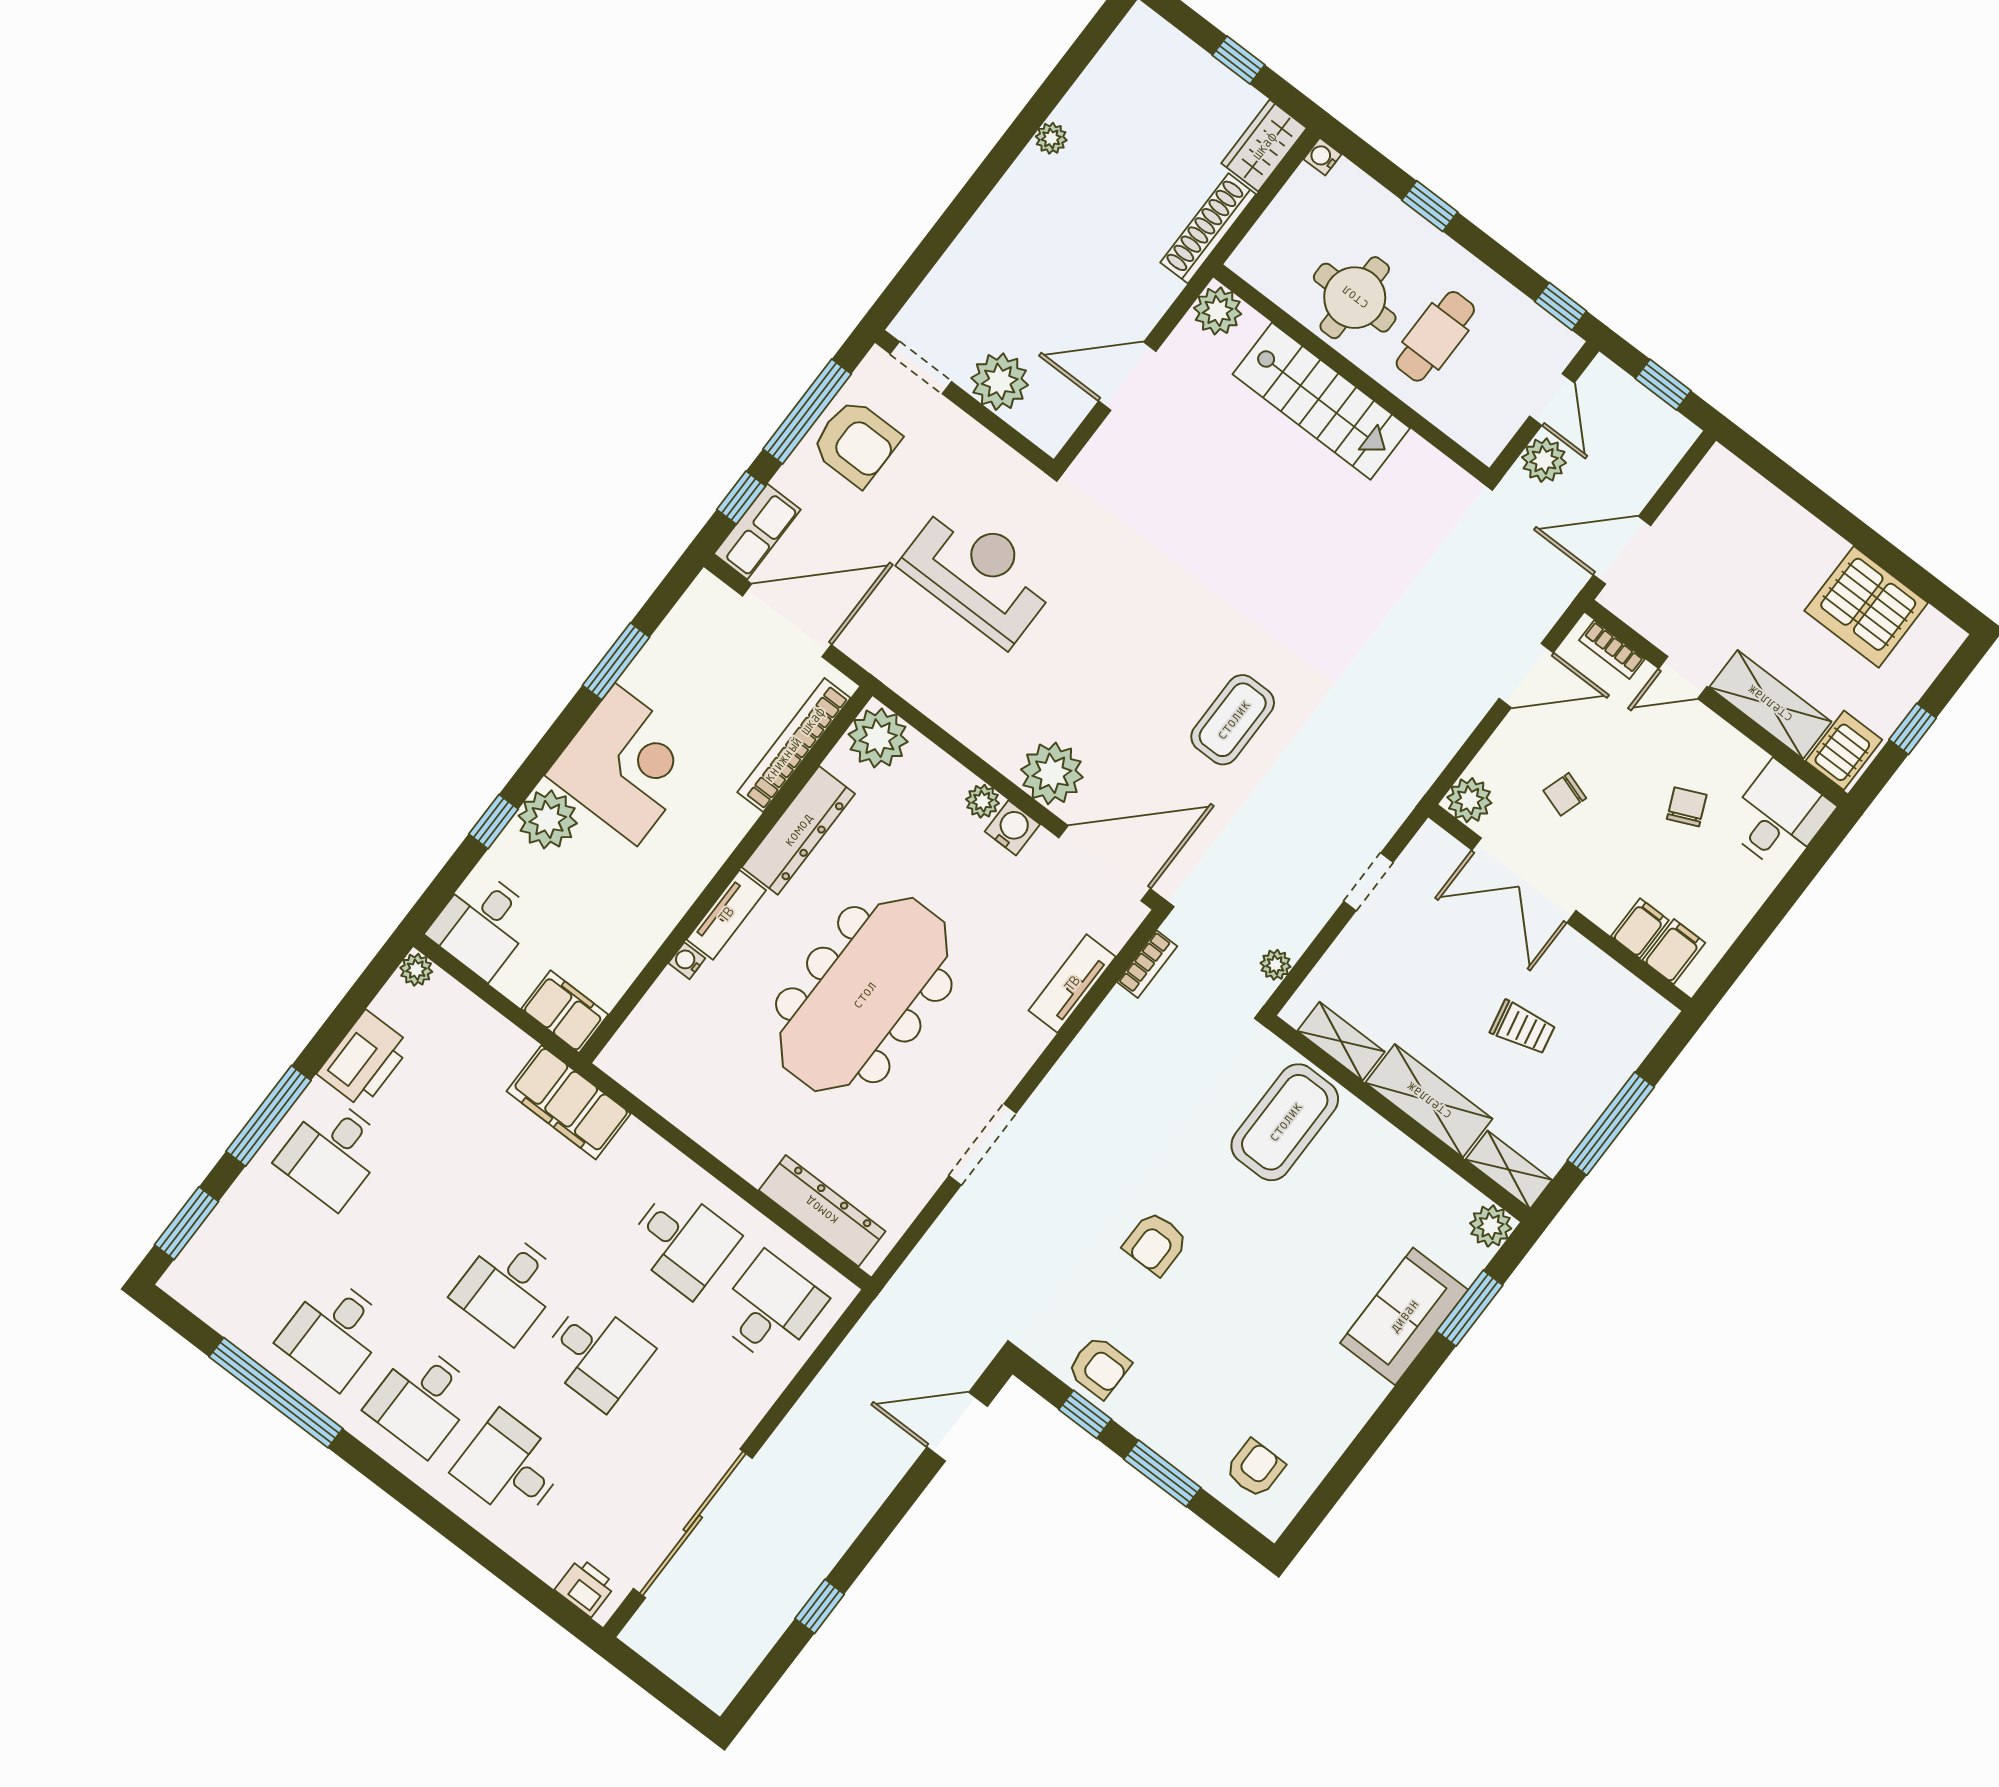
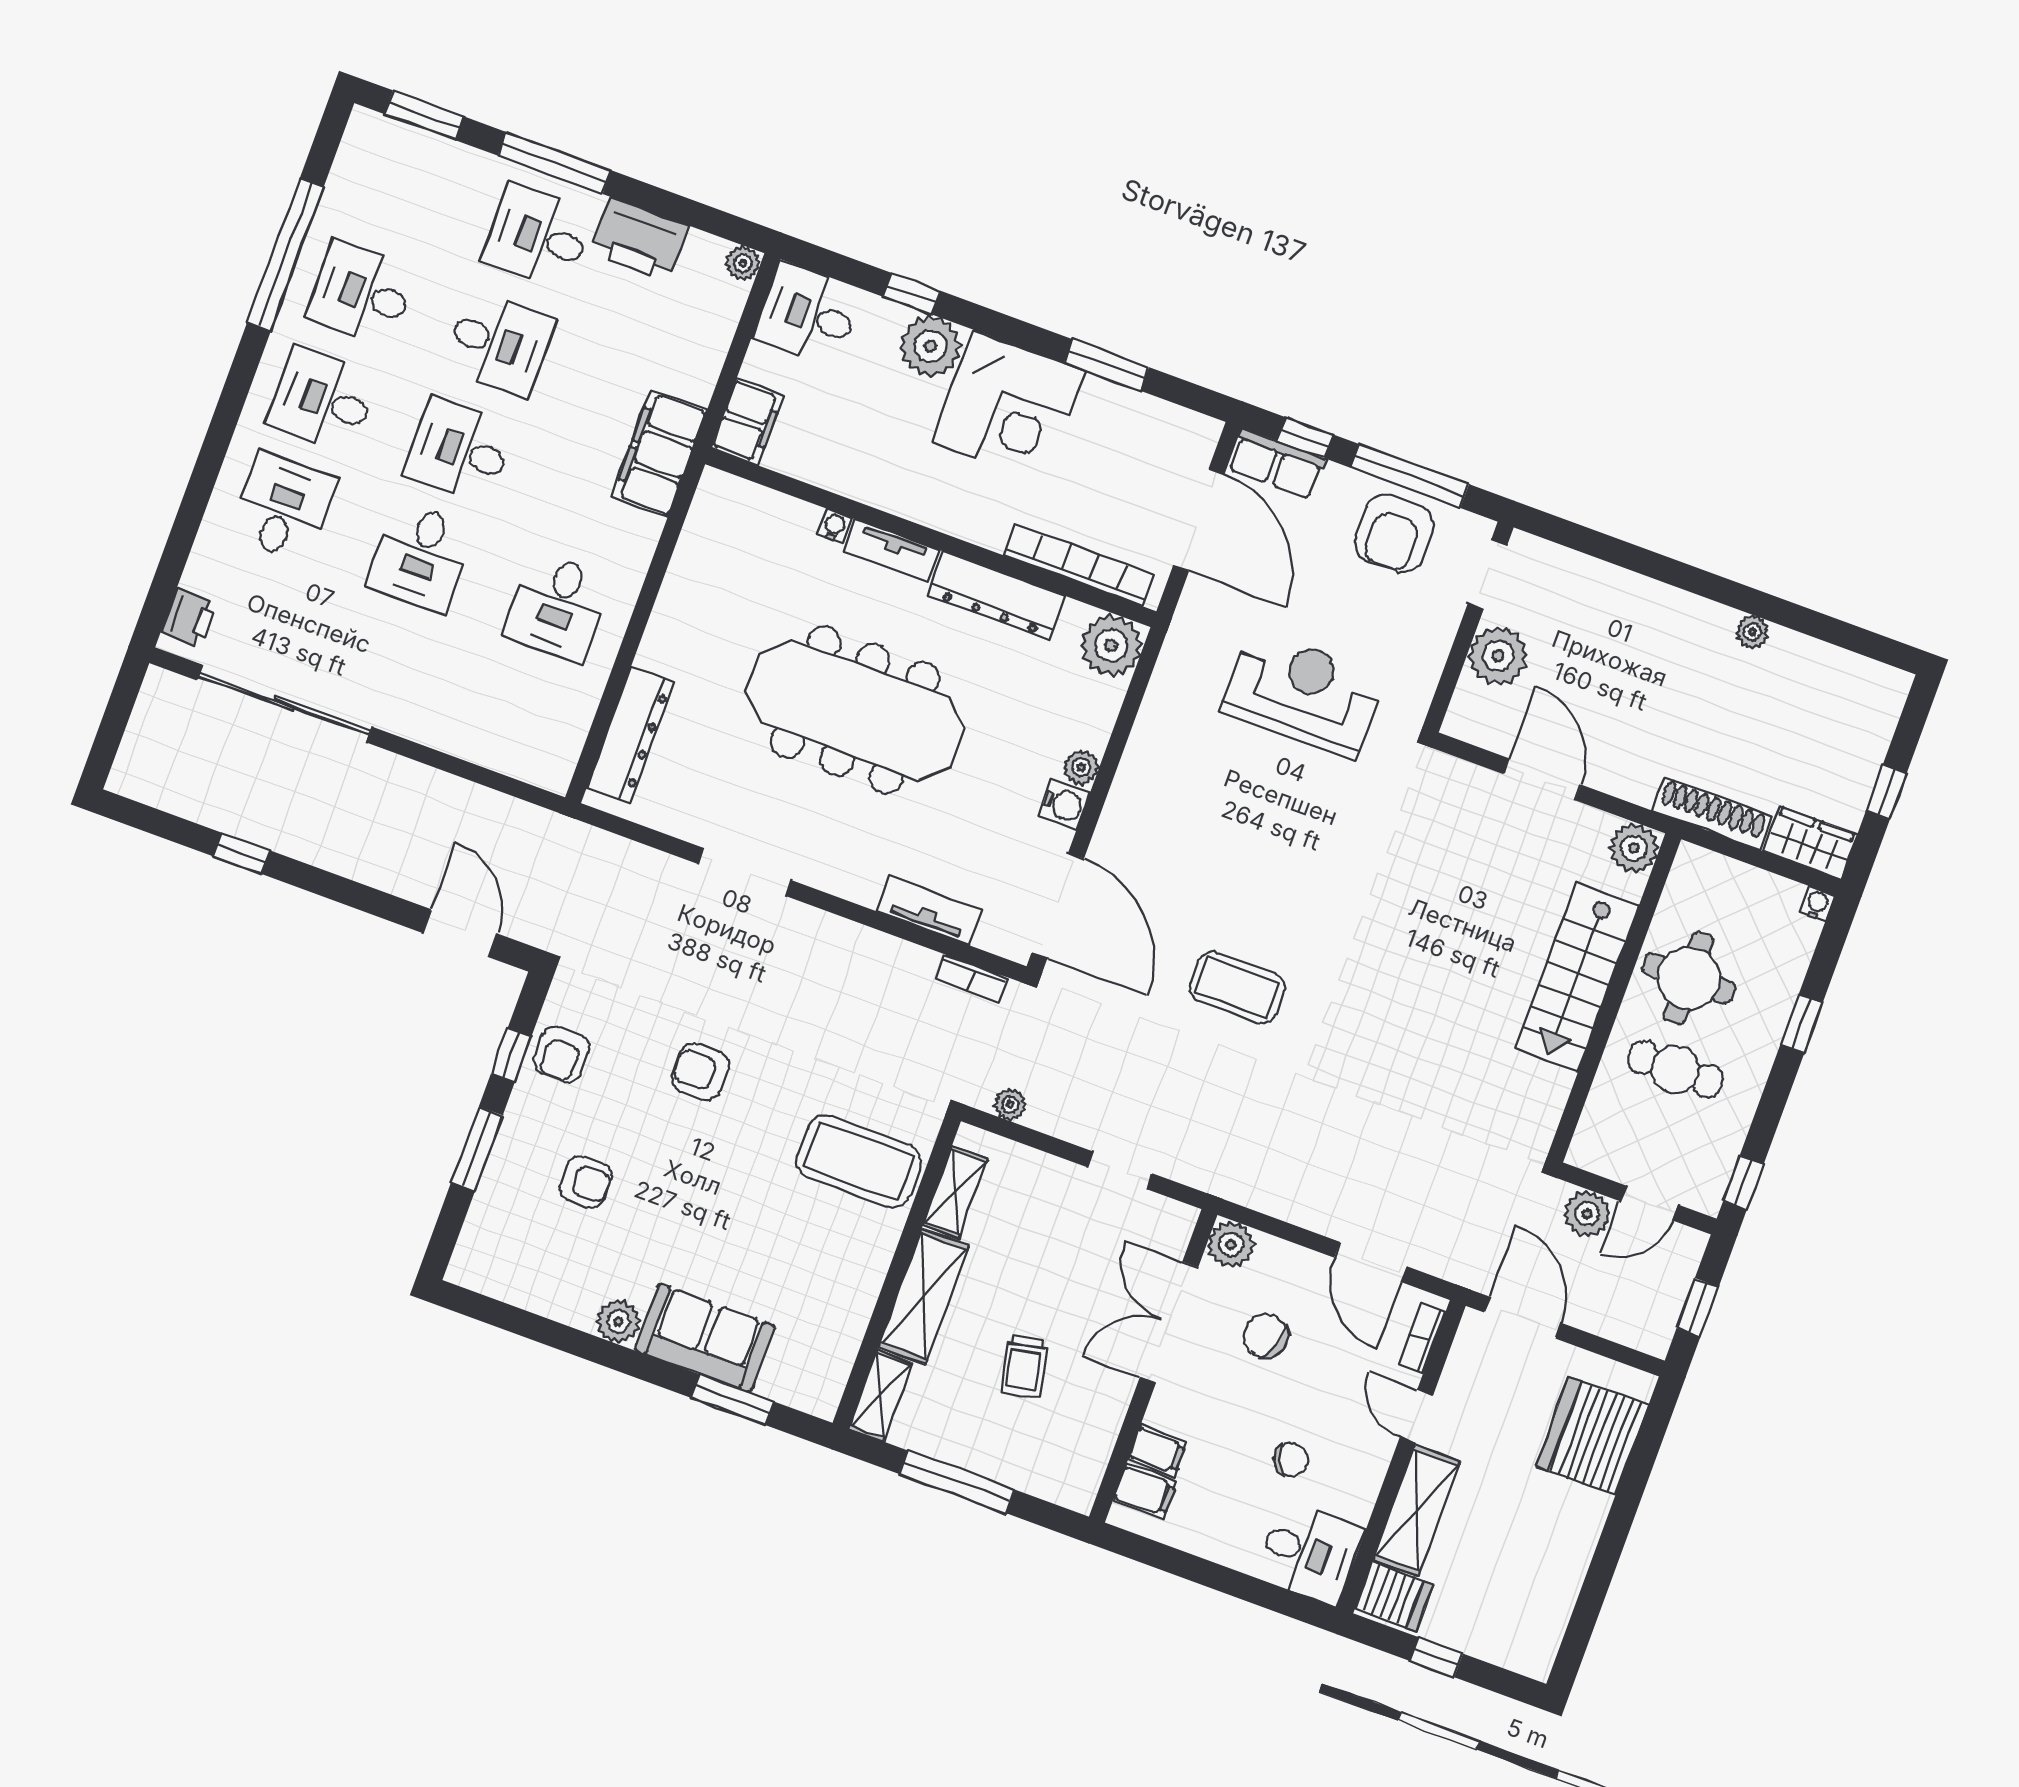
reception desk: (979, 574) -> (1303, 694), turned -90
server rack: (1866, 607) -> (1592, 1436), moved
plant: (1052, 773) -> (1130, 827), removed
chair: (1565, 794) -> (1266, 1336), width x1.37, depth x1.37
plant: (1491, 1226) -> (618, 1321), moved
desk: (770, 1309) -> (499, 344), moved
armchair: (1255, 1468) -> (586, 1182), moved

